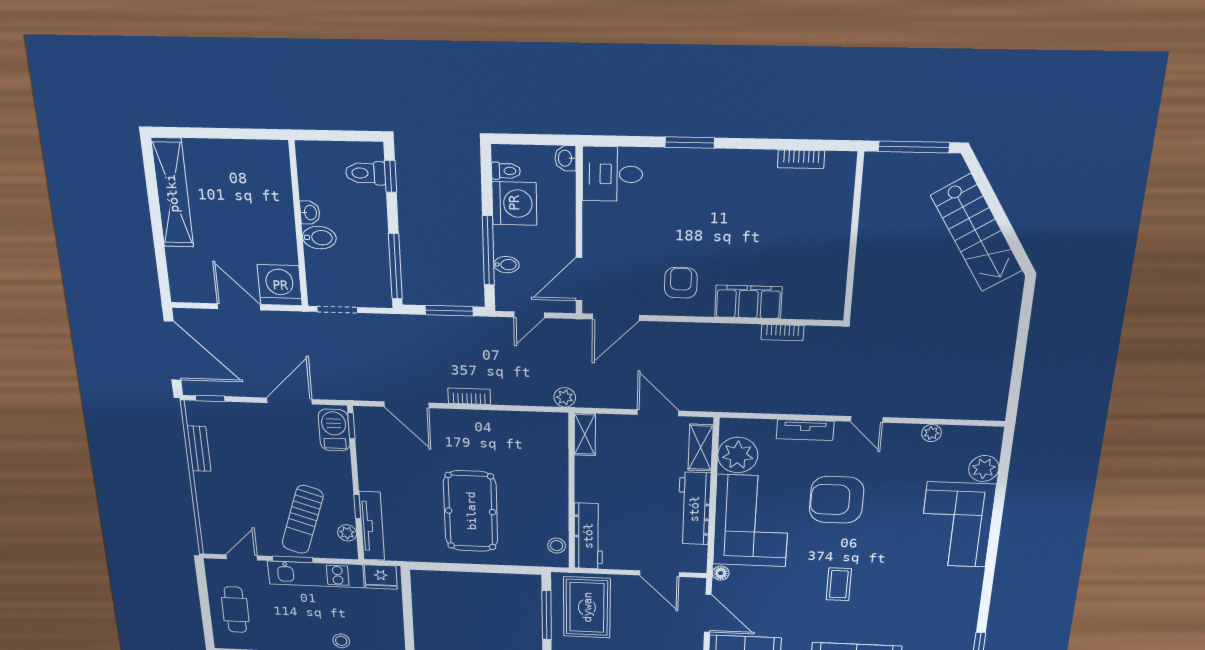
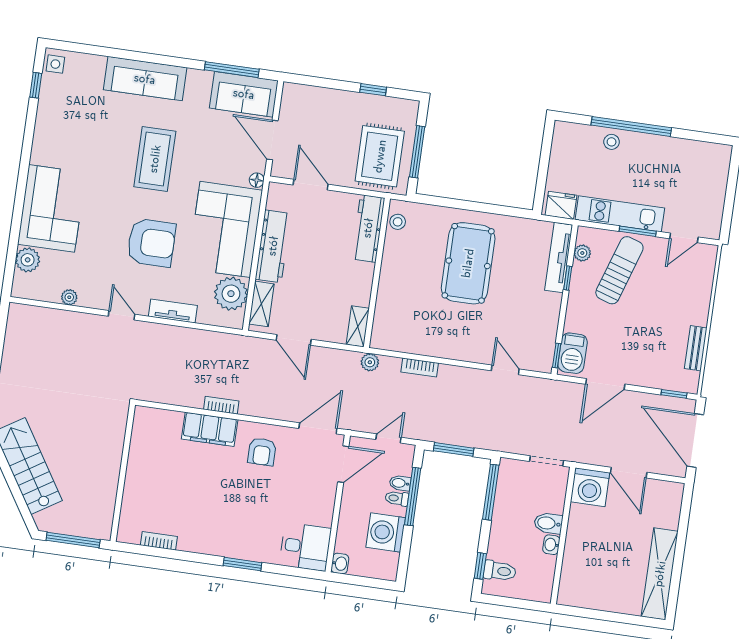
toilet: (506, 171) -> (397, 498), moved
bookcase: (782, 333) -> (221, 405), moved
bookcase: (469, 396) -> (420, 368), moved
door: (406, 405) -> (505, 370), width x0.73
coffee table: (839, 584) -> (155, 159), width x1.86, depth x1.72
cafe table: (235, 610) -> (703, 184), removed

